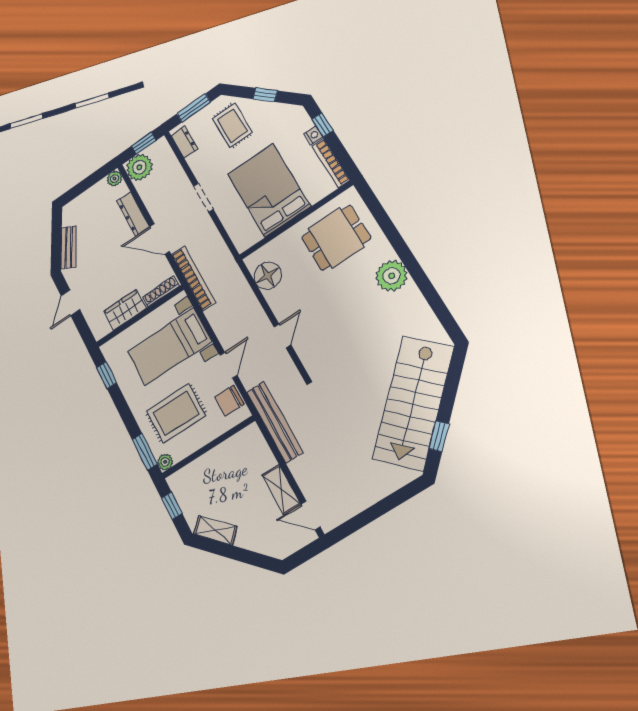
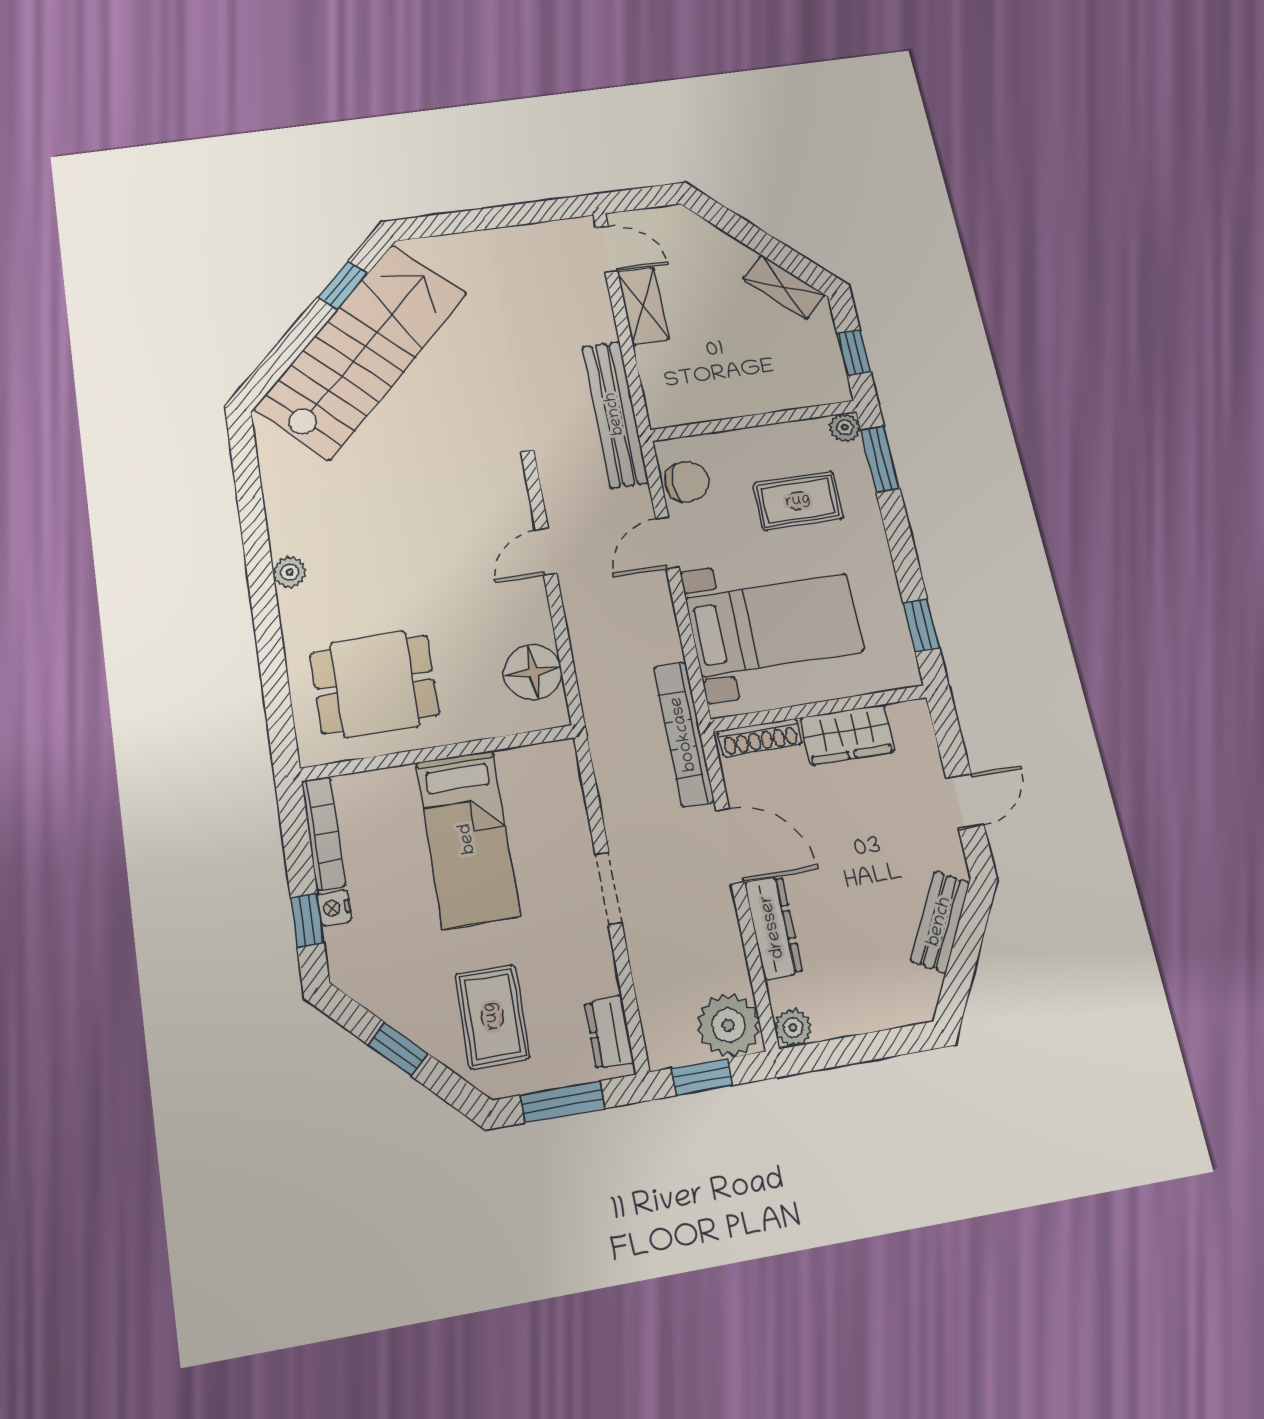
bed: (269, 190) -> (468, 839), width x0.67
plant: (392, 276) -> (290, 572), width x0.53, depth x0.53
rug: (176, 413) -> (798, 501), width x0.73, depth x0.70

